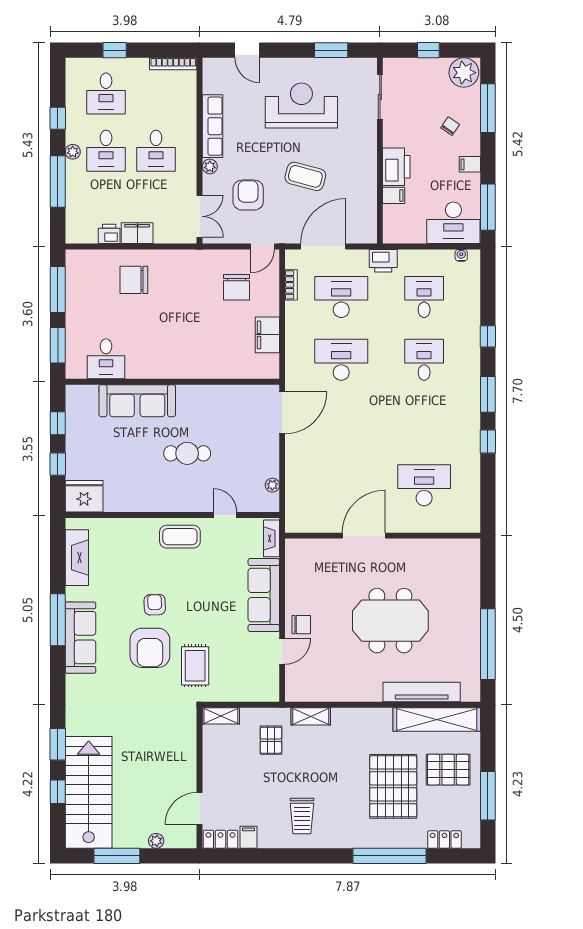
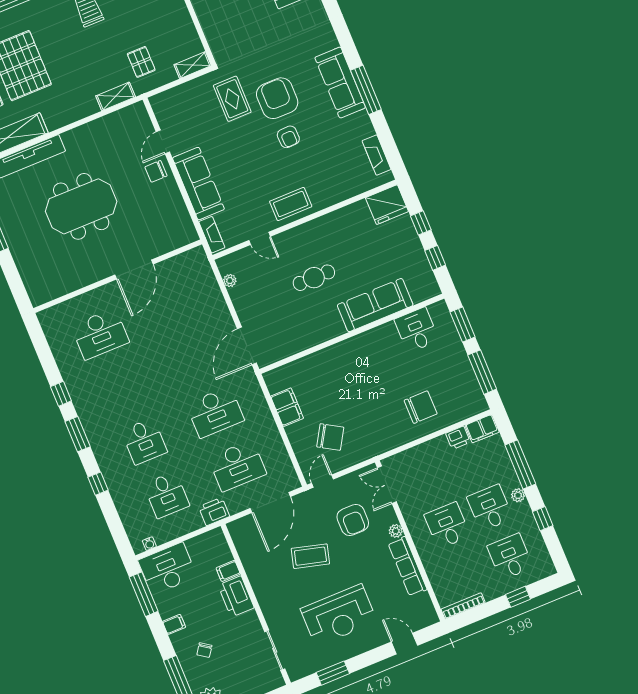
filing cabinet: (137, 233) -> (482, 429), moved
bookcase: (291, 285) -> (284, 458), removed
chair: (236, 287) -> (330, 437), turned 121
fireplace: (77, 558) -> (377, 155), width x0.73, depth x0.76

